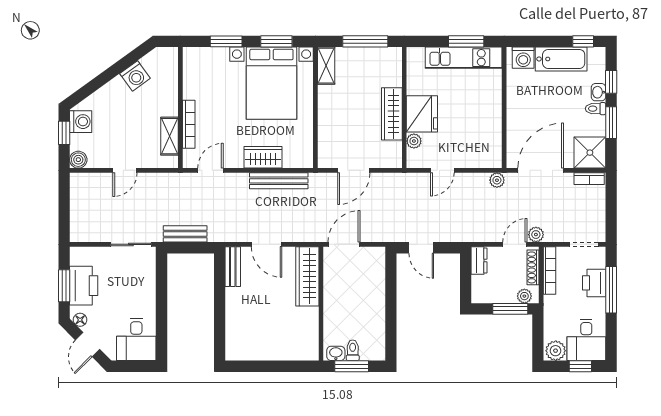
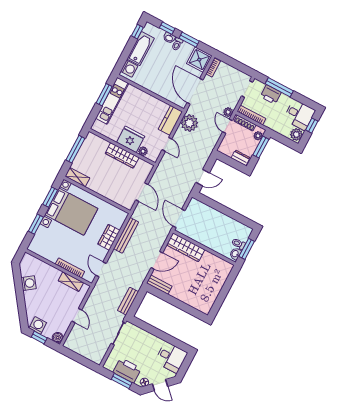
kitchen counter: (480, 157) -> (170, 120), added
plant: (497, 180) -> (189, 123), width x1.88, depth x1.88
dresser: (479, 261) -> (241, 158), moved

